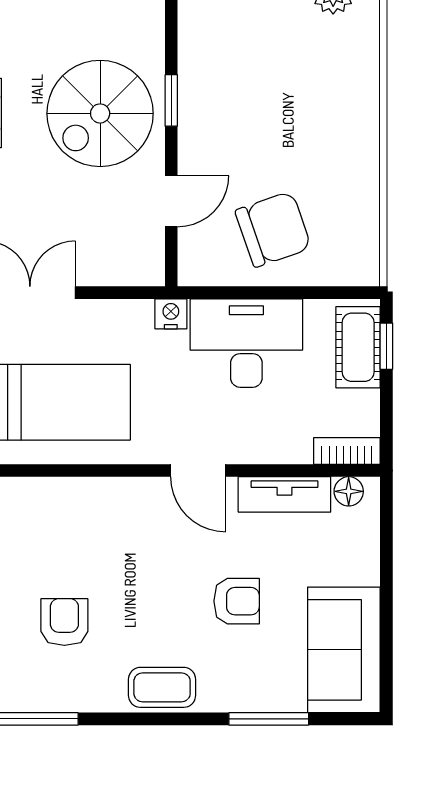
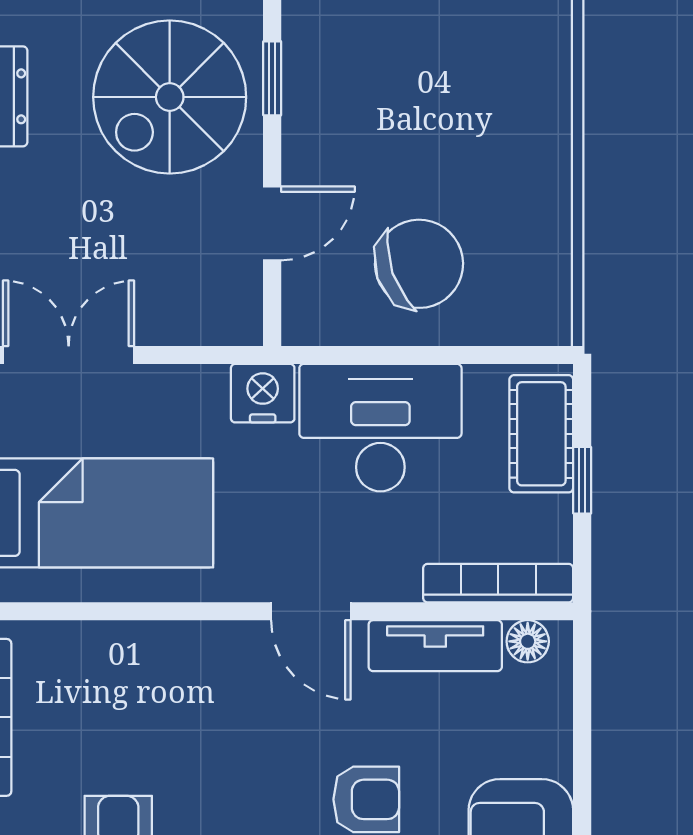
nightstand: (171, 314) -> (263, 393), width x1.39, depth x1.35
window: (386, 346) -> (582, 480), moved
bookcase: (347, 451) -> (498, 583), width x1.56

